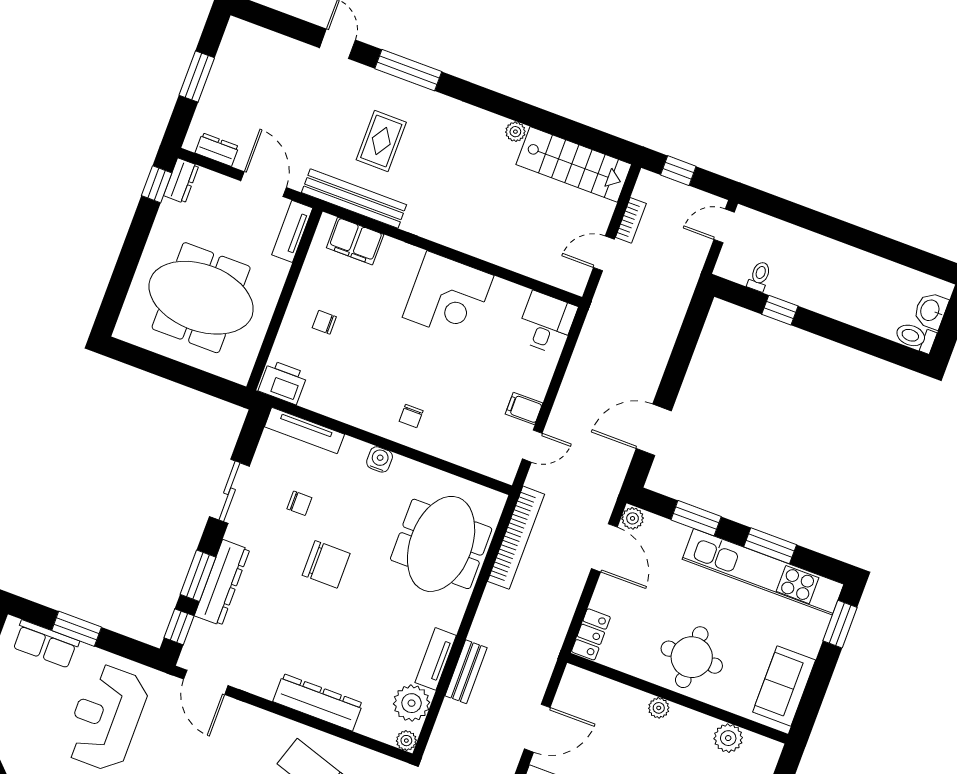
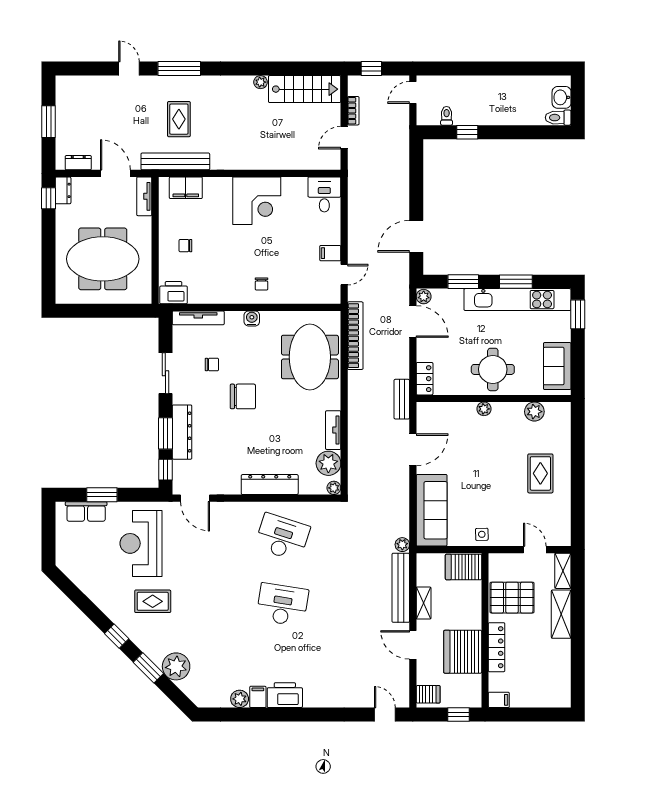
bench: (466, 672) -> (402, 399), moved

